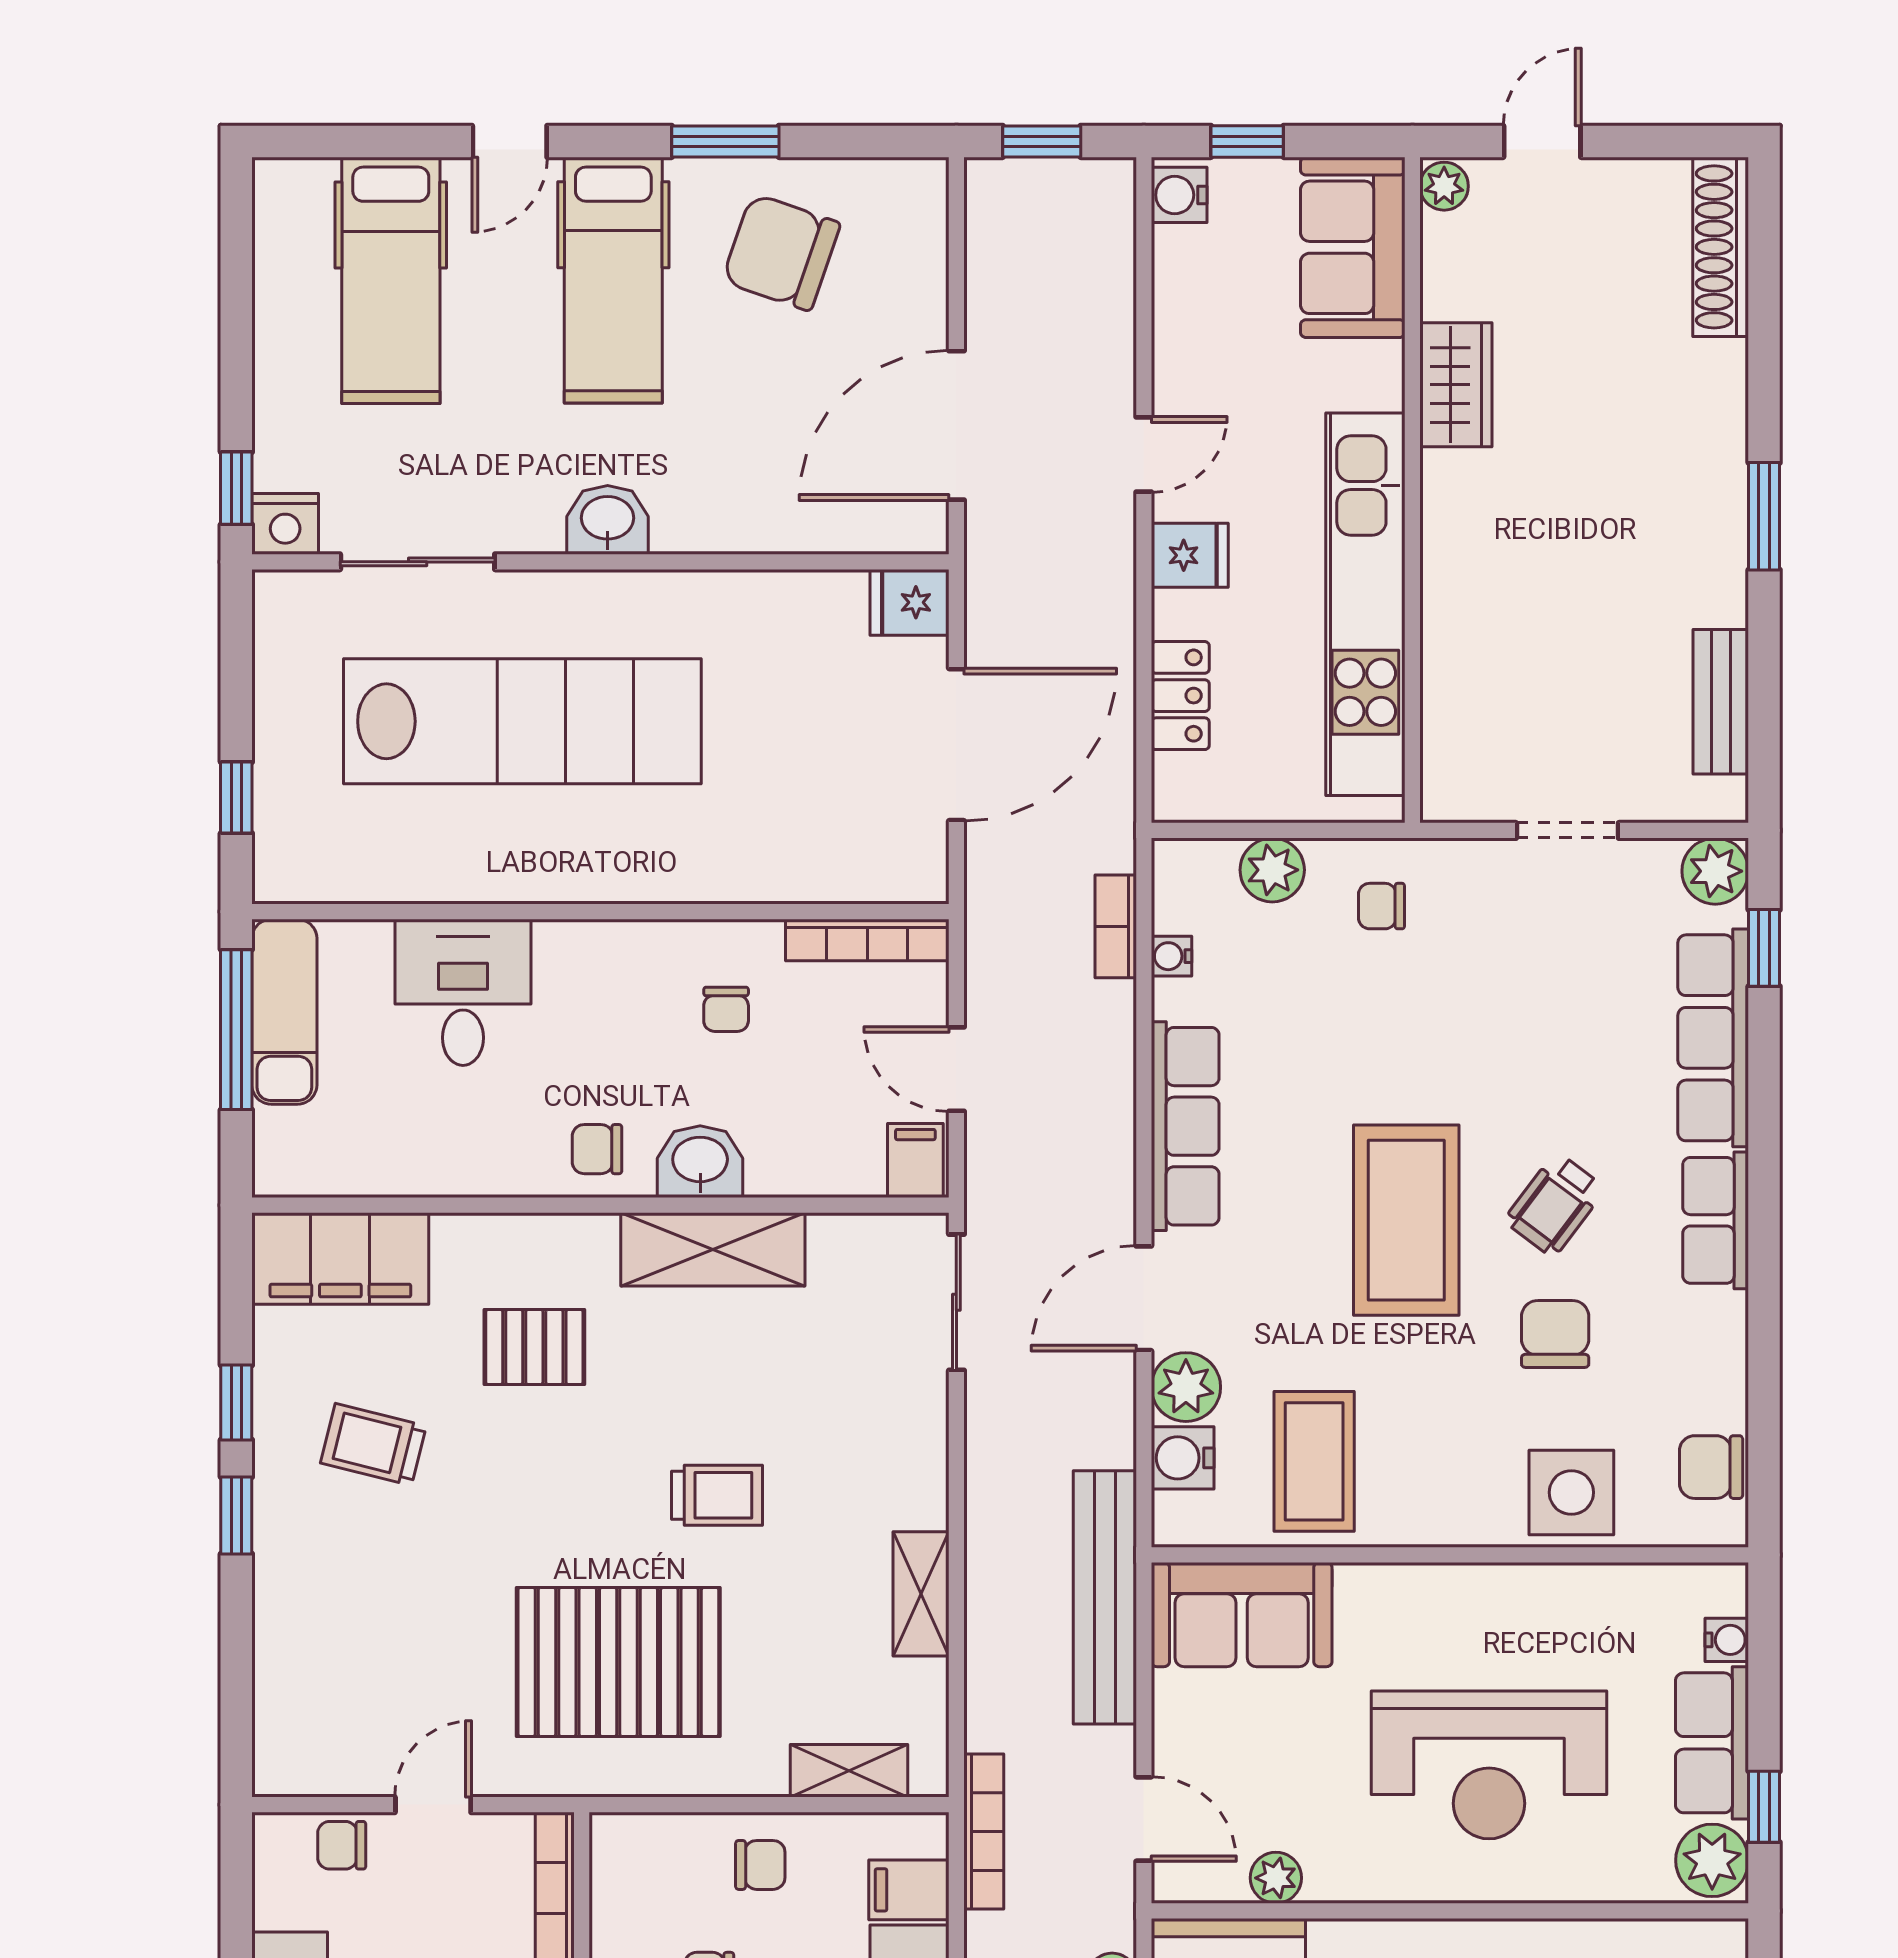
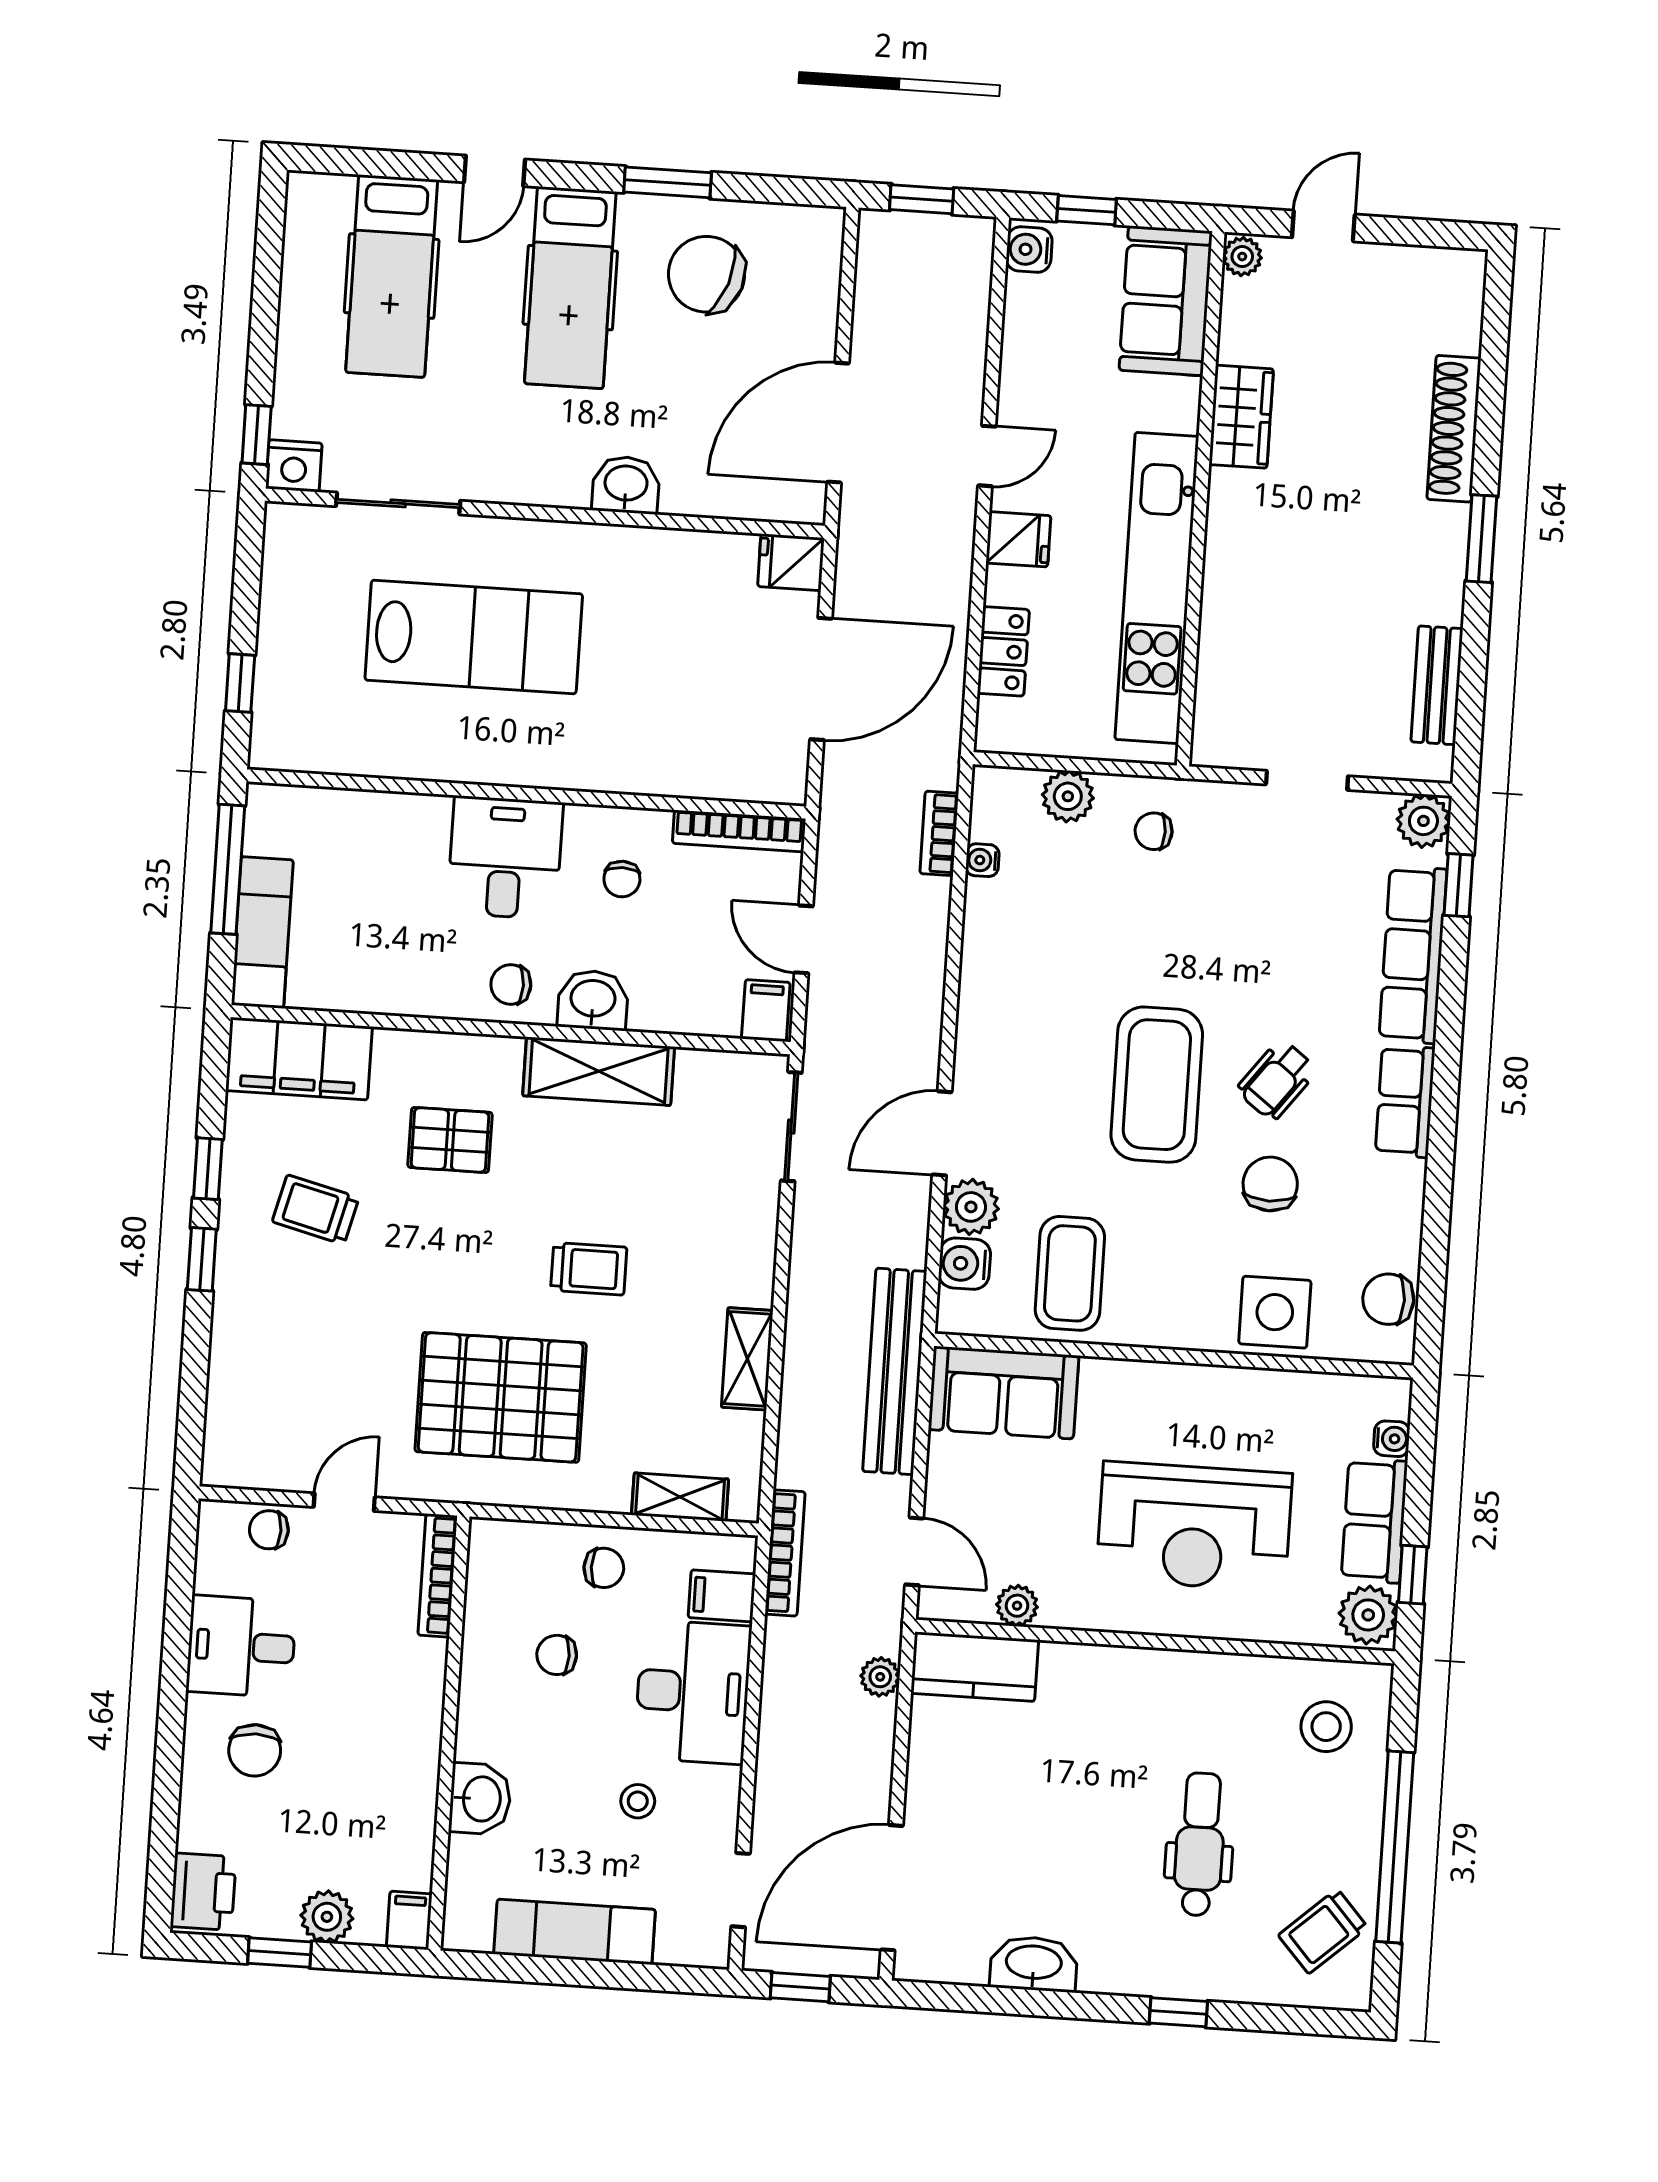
shoe rack: (1721, 247) -> (1454, 429), moved
washbasin: (608, 520) -> (626, 485), moved
lab bench: (522, 721) -> (474, 637), width x0.73
desk: (463, 992) -> (505, 858), moved
exam couch: (284, 1012) -> (262, 932), moved
row of seats: (1185, 1126) -> (984, 997), removed

